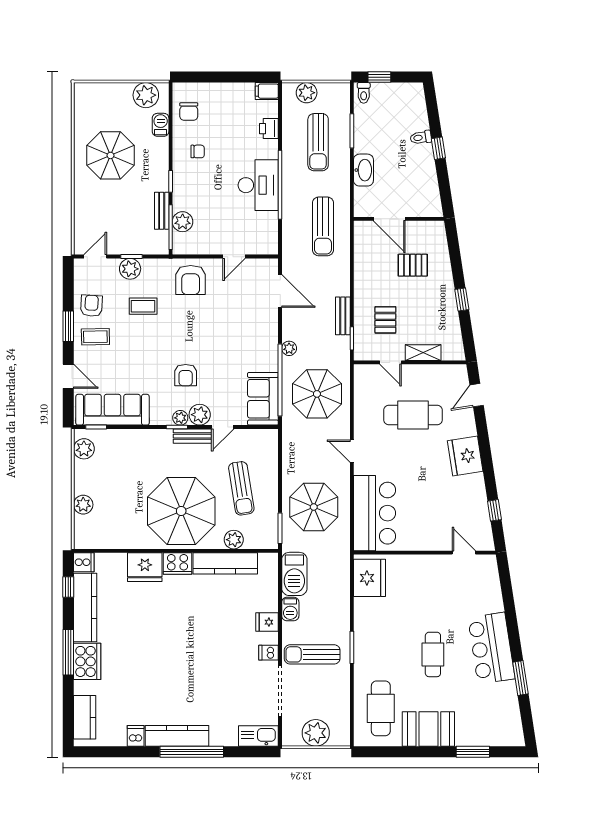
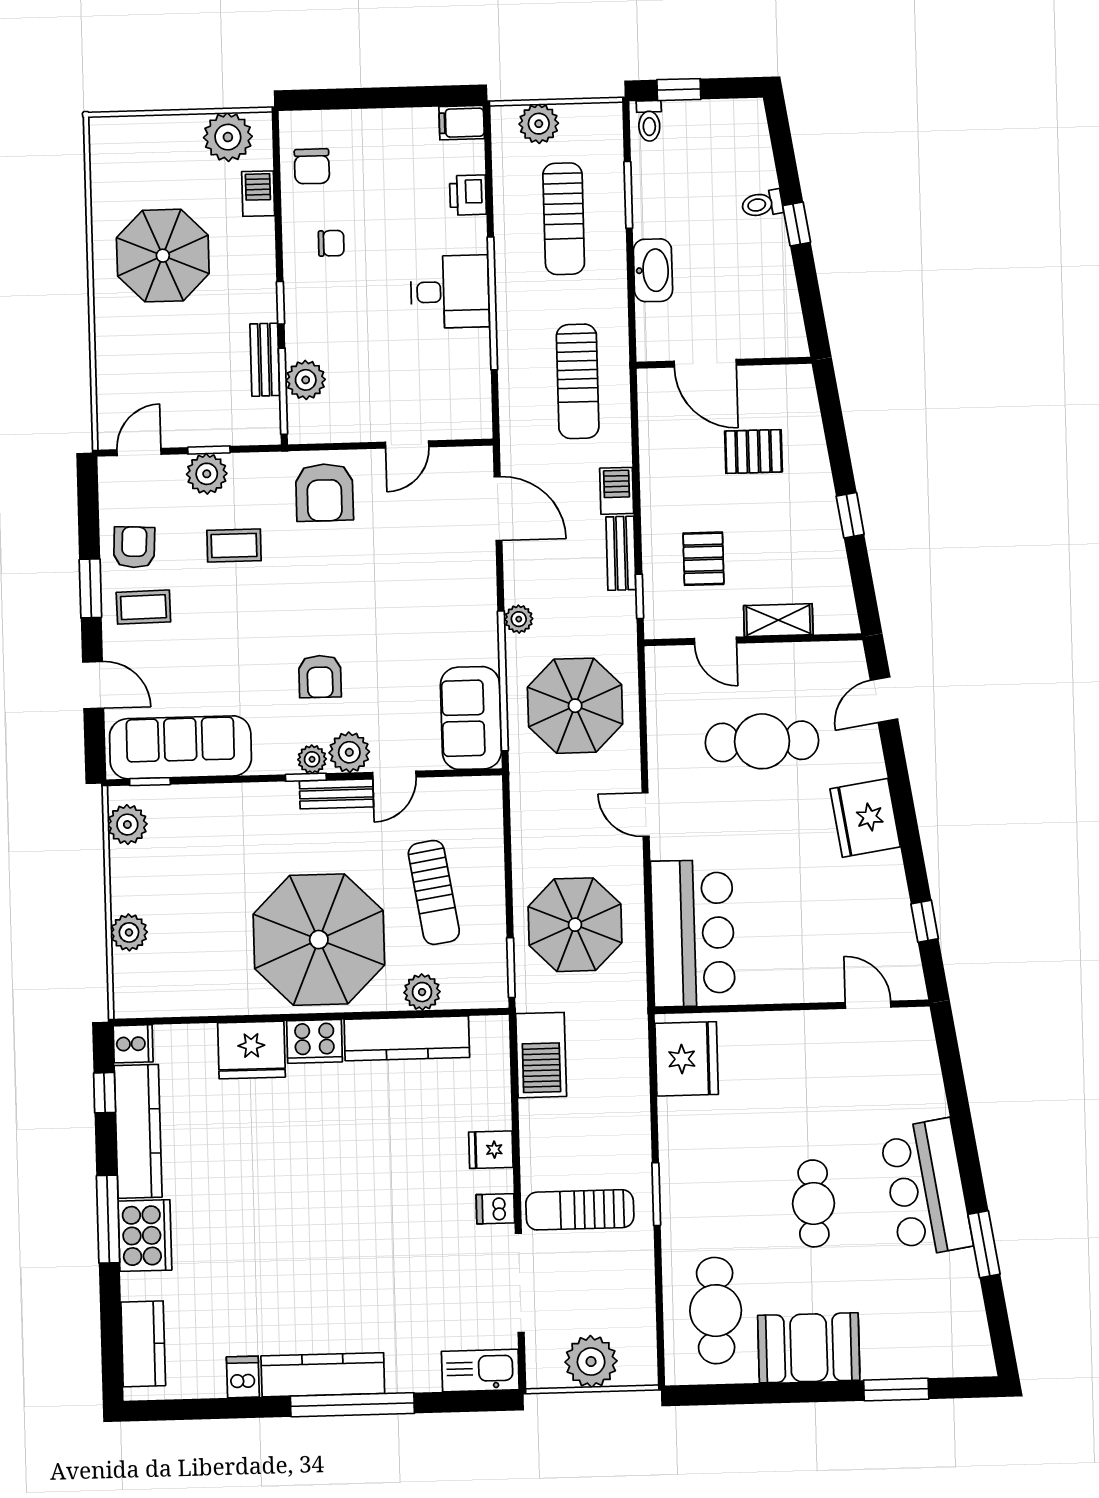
desk: (258, 185) -> (450, 292), width x0.73
barbecue: (290, 609) -> (617, 491), moved, turned 180

